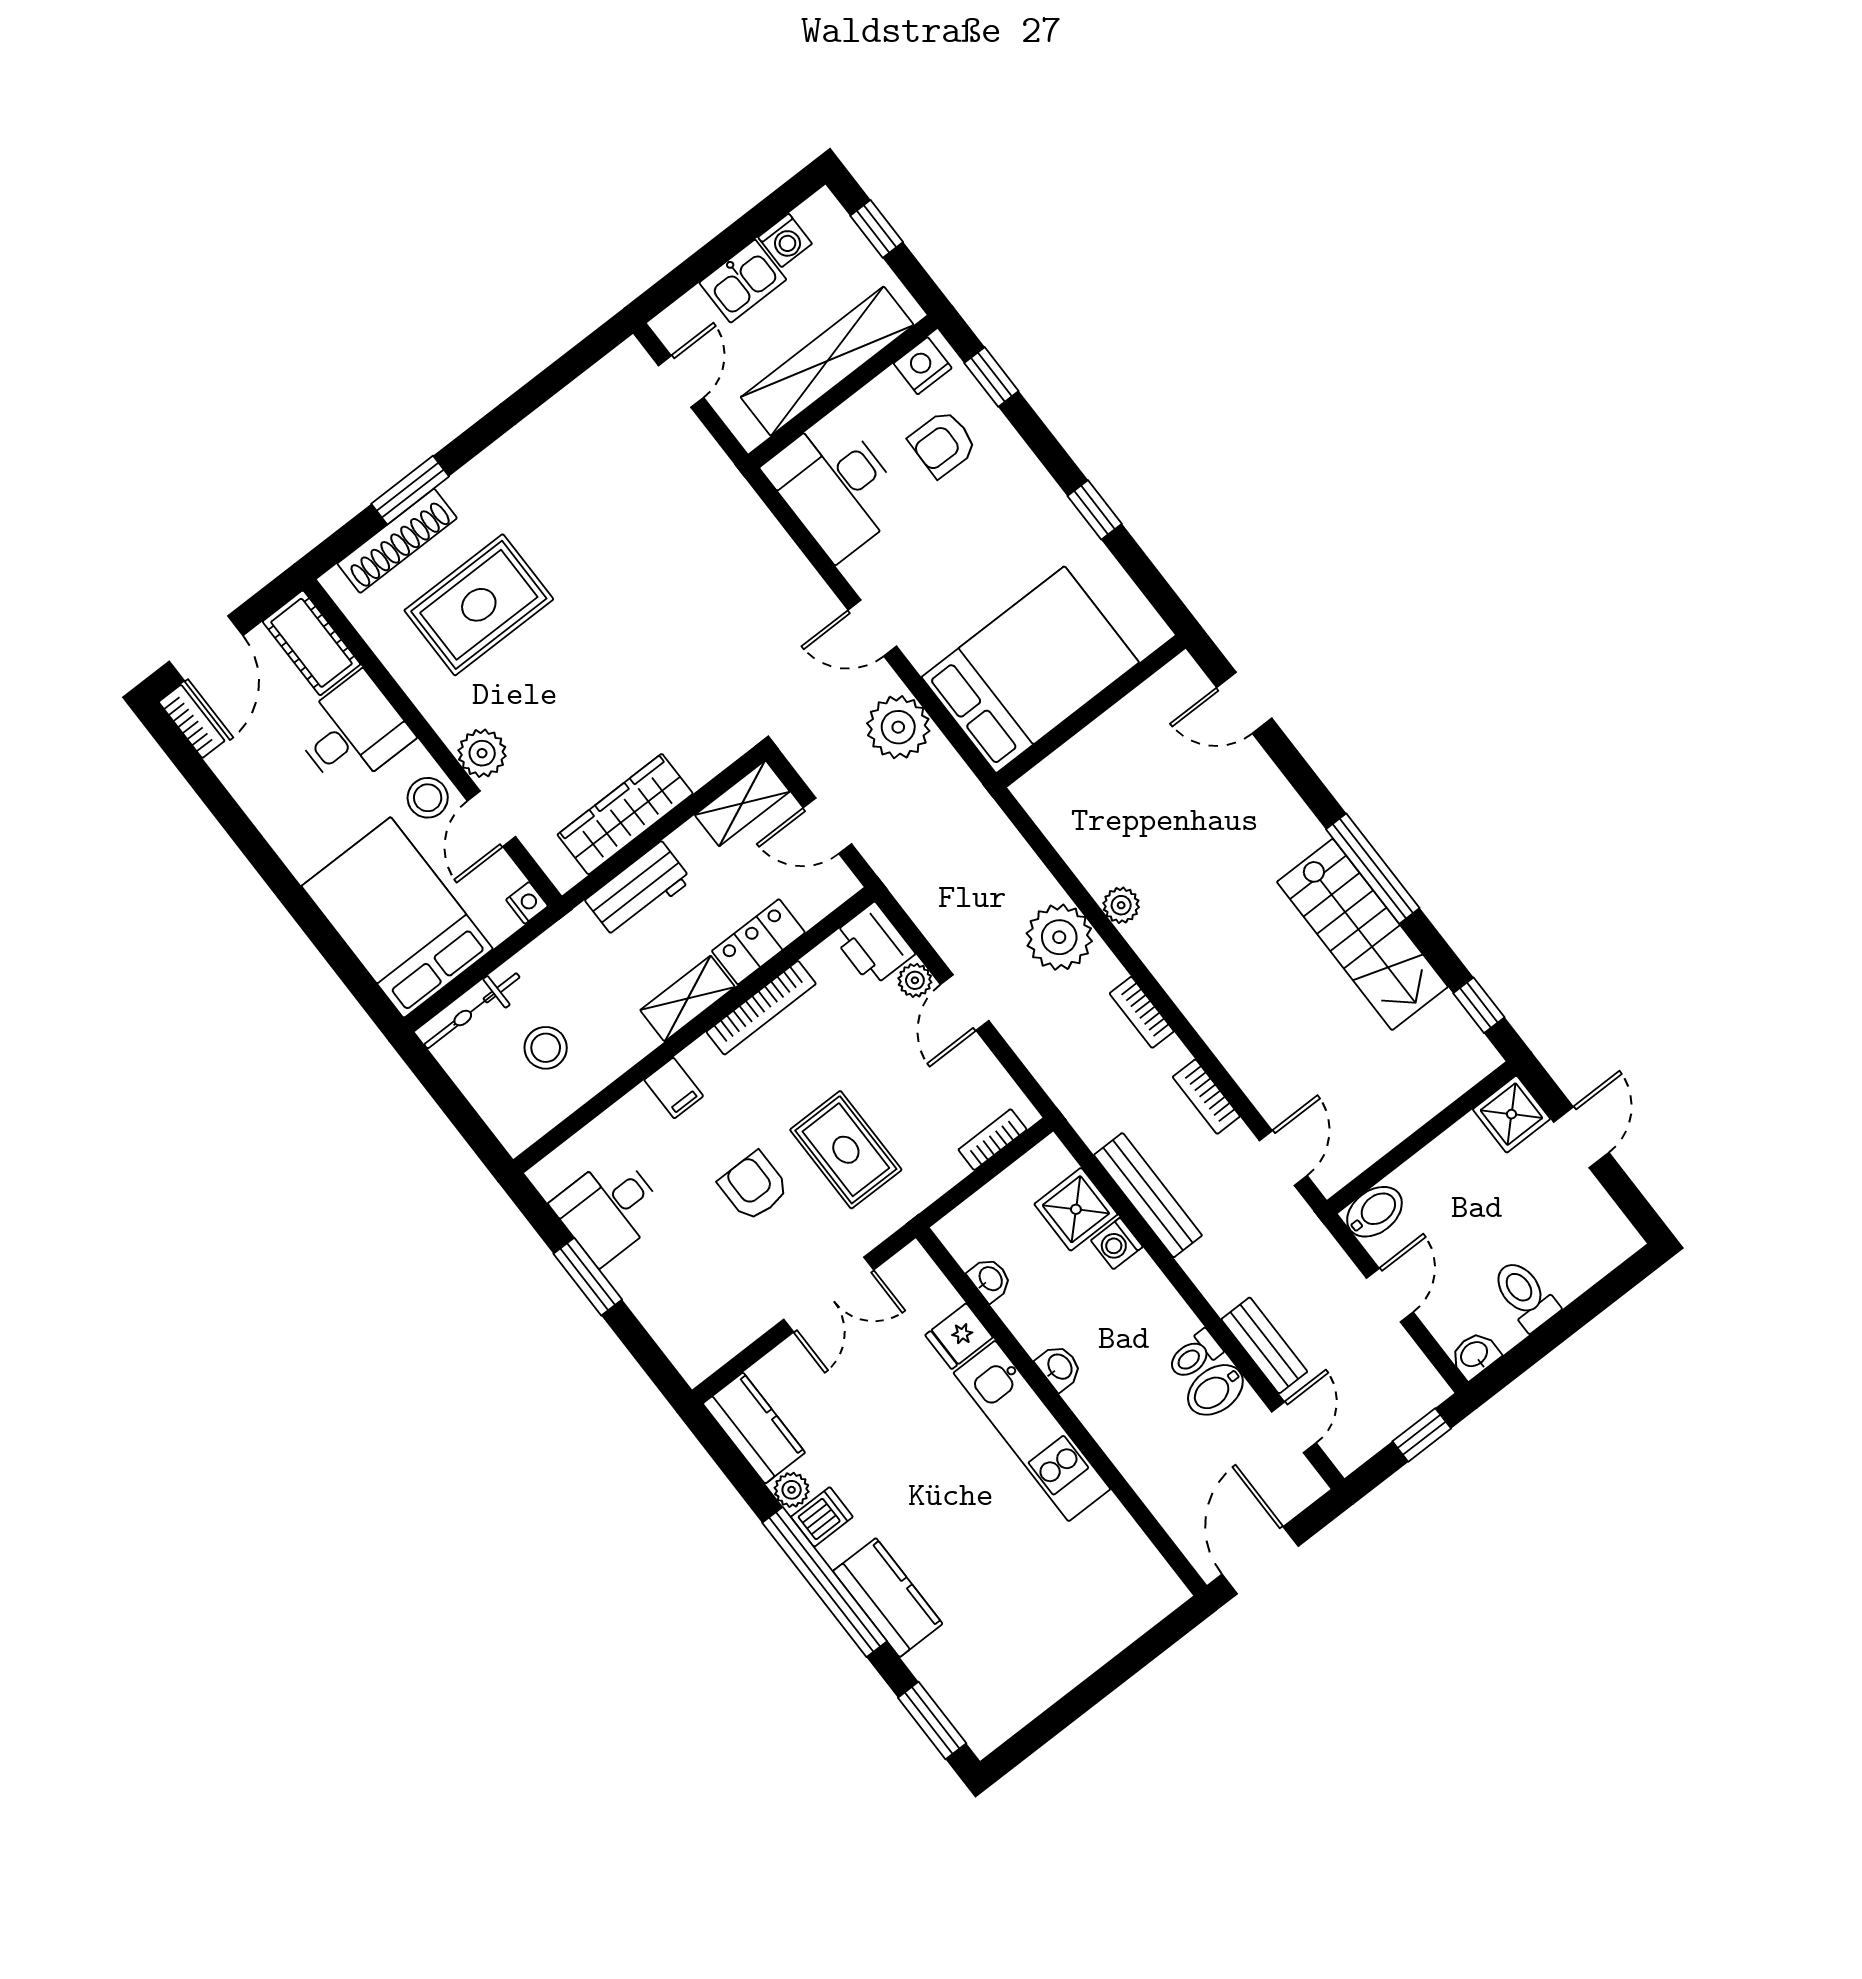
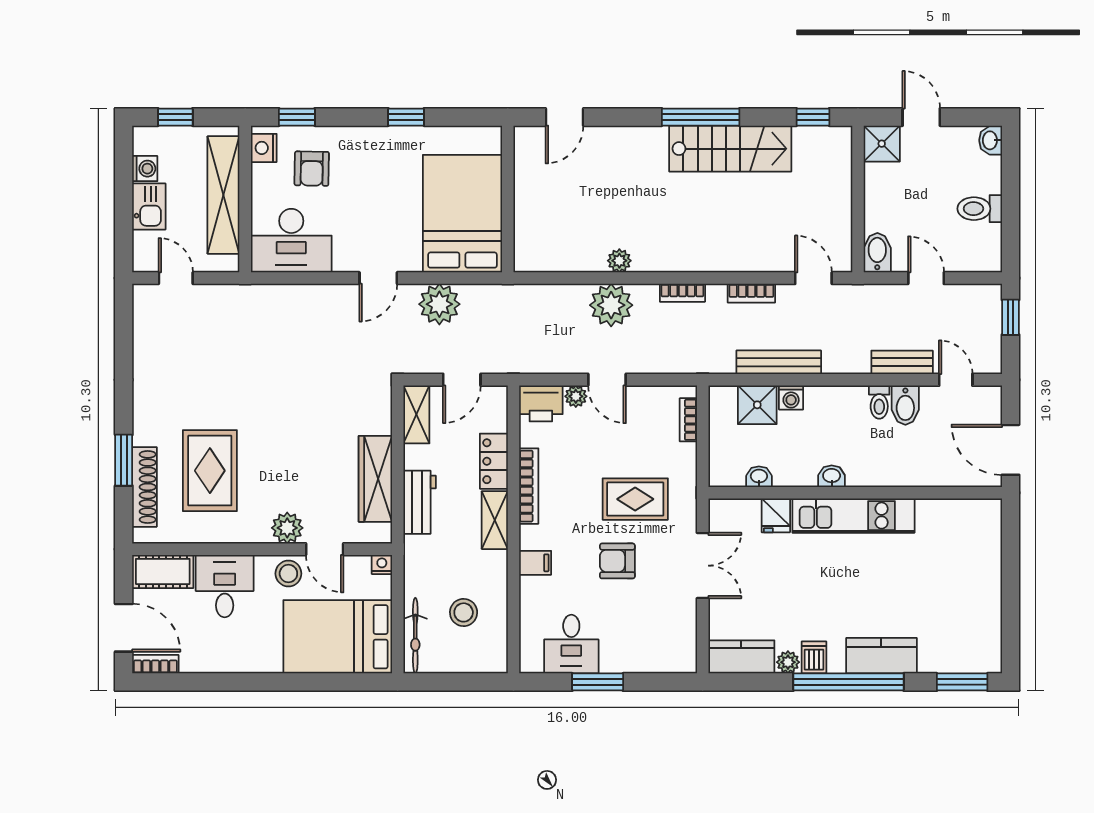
washbasin: (1475, 1355) -> (991, 140), moved

